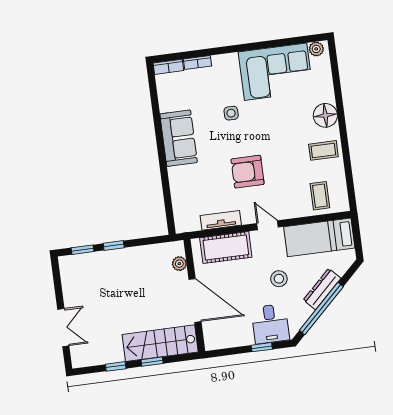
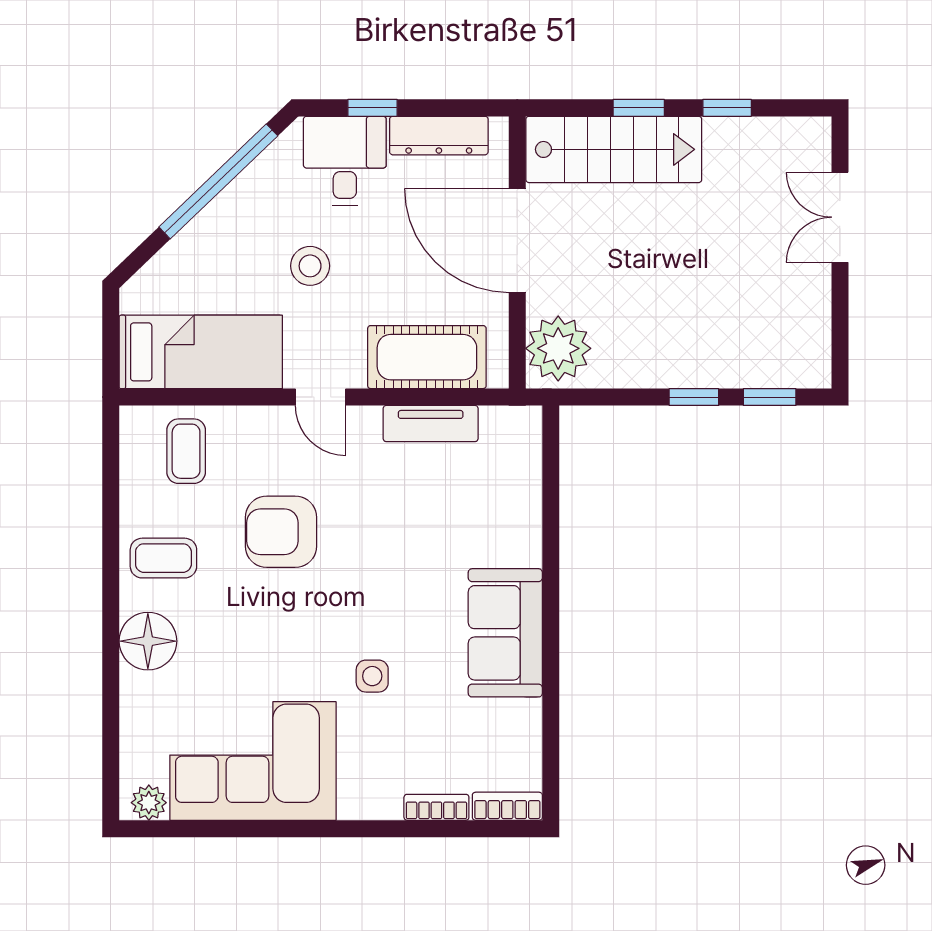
armchair: (248, 172) -> (281, 532), moved, turned 180
plant: (179, 264) -> (558, 348), width x1.88, depth x1.88
dresser: (322, 289) -> (439, 136), moved, turned 44

